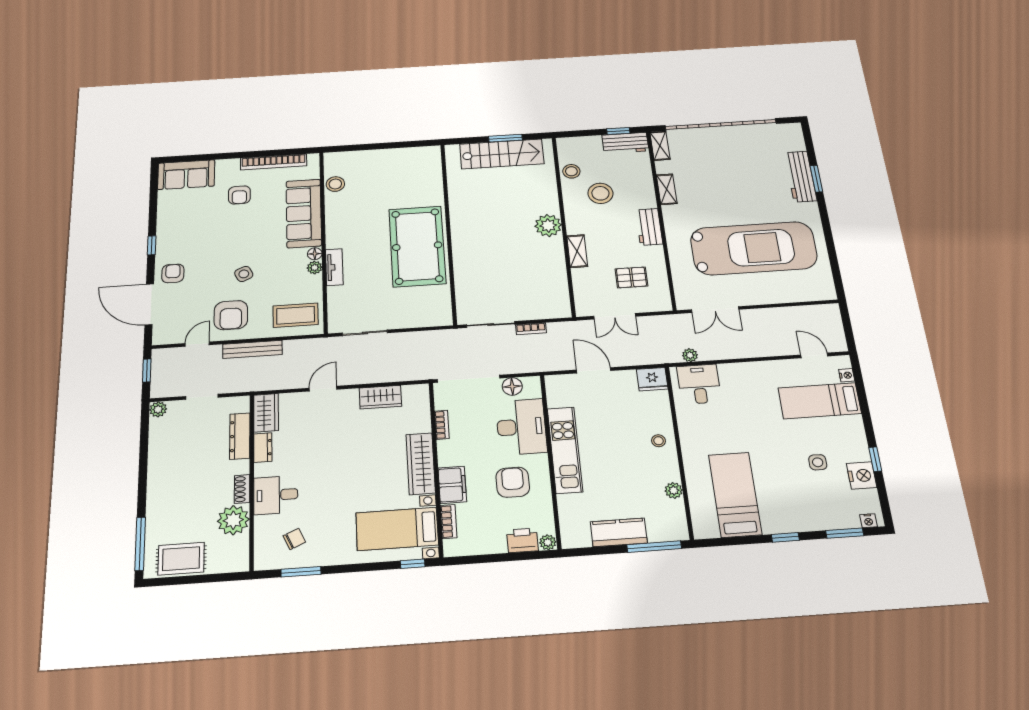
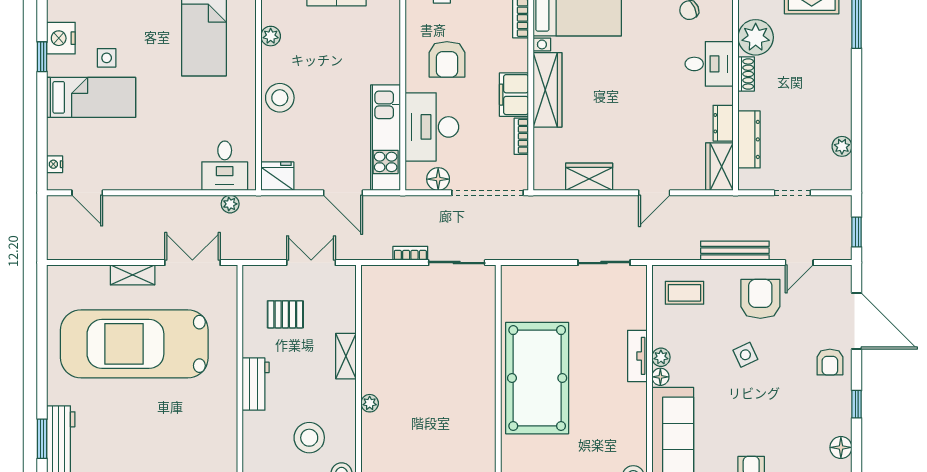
shelving: (667, 189) -> (133, 275), moved, turned 90
floor lamp: (166, 215) -> (841, 447), added
plant: (548, 225) -> (370, 403), width x0.53, depth x0.53
coffee table: (296, 315) -> (684, 293), width x0.73, depth x0.77
bed: (820, 401) -> (91, 97), moved
plant: (158, 409) -> (842, 146), moved
stool: (659, 441) -> (280, 98), width x1.89, depth x1.89
kitchen unit: (565, 450) -> (386, 138), moved
filing cabinet: (452, 485) -> (514, 95), moved

